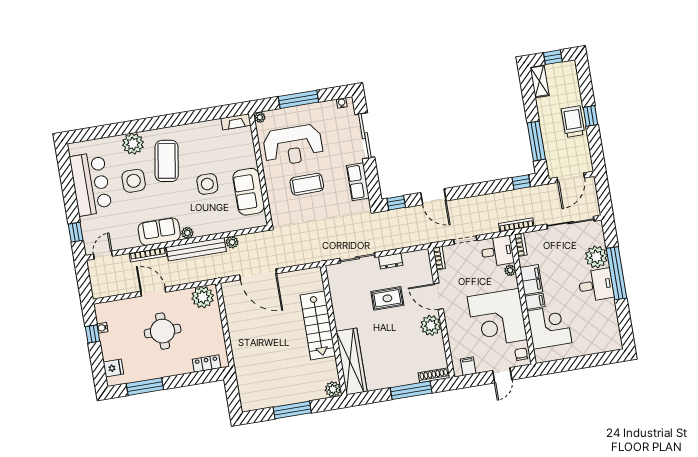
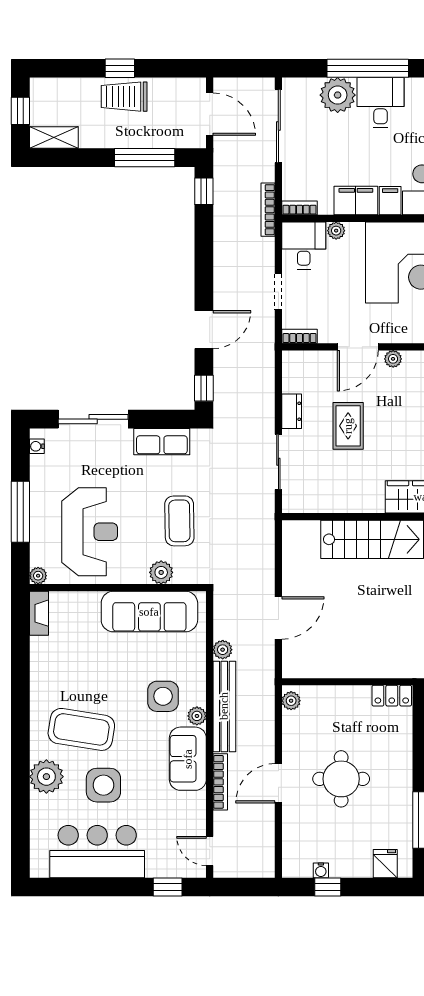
side table: (207, 184) -> (163, 696), moved
coffee table: (307, 184) -> (179, 521), moved
sofa: (249, 192) -> (149, 612), width x1.36
plant: (275, 195) -> (161, 572), added
door: (258, 274) -> (278, 618), width x0.73
plant: (203, 297) -> (291, 701), width x0.53, depth x0.53
plant: (431, 325) -> (393, 359), width x0.53, depth x0.53
locker: (207, 363) -> (392, 696), moved, turned -90

